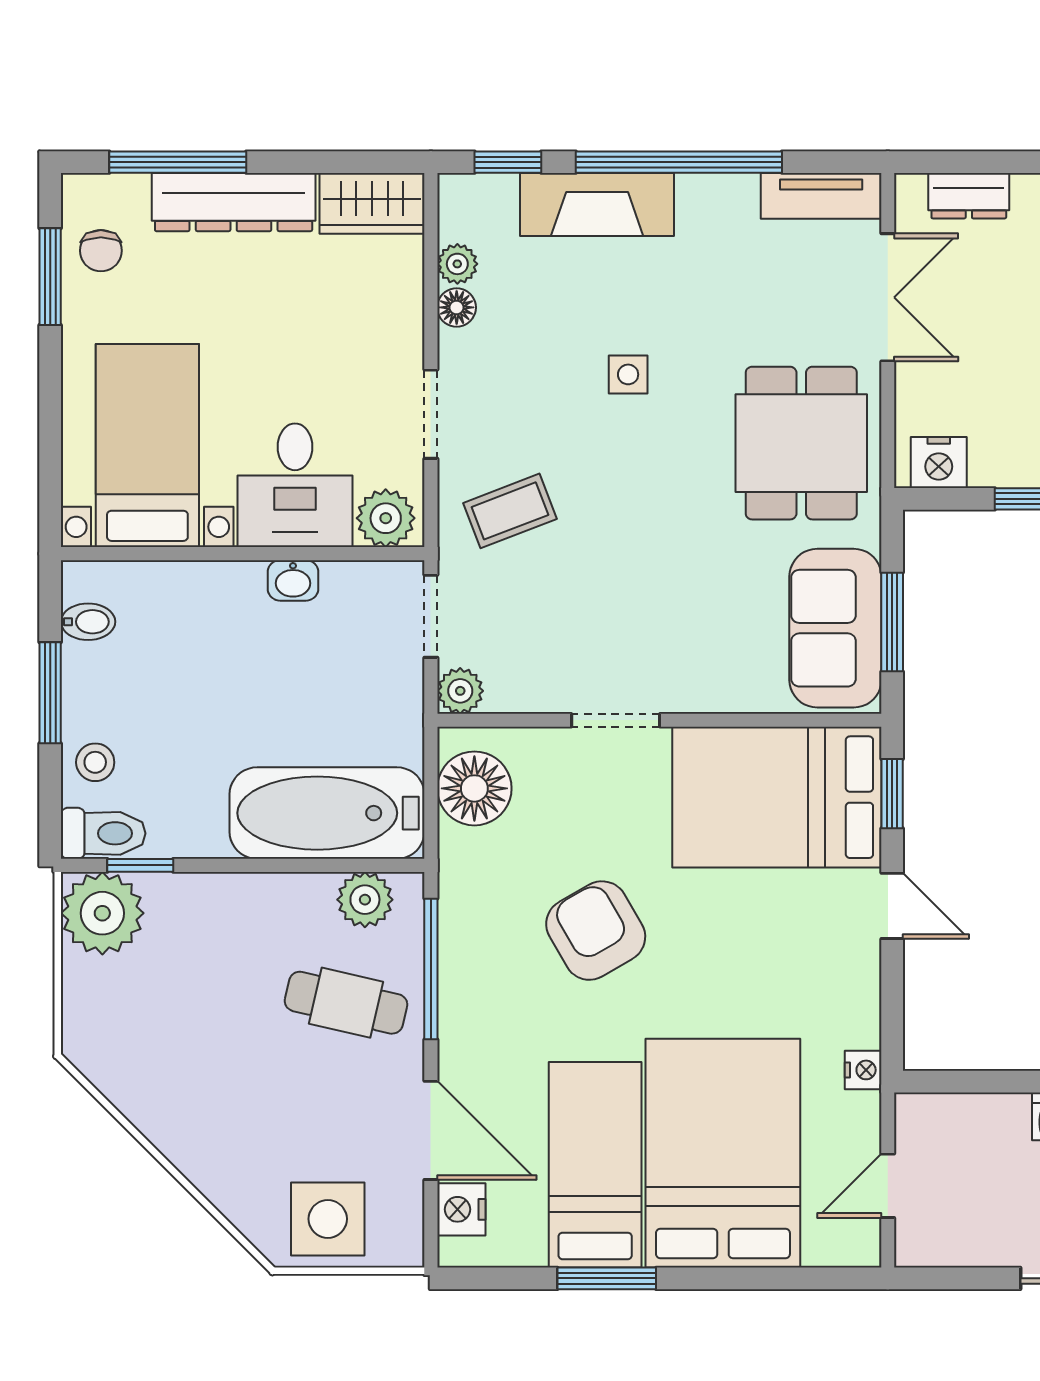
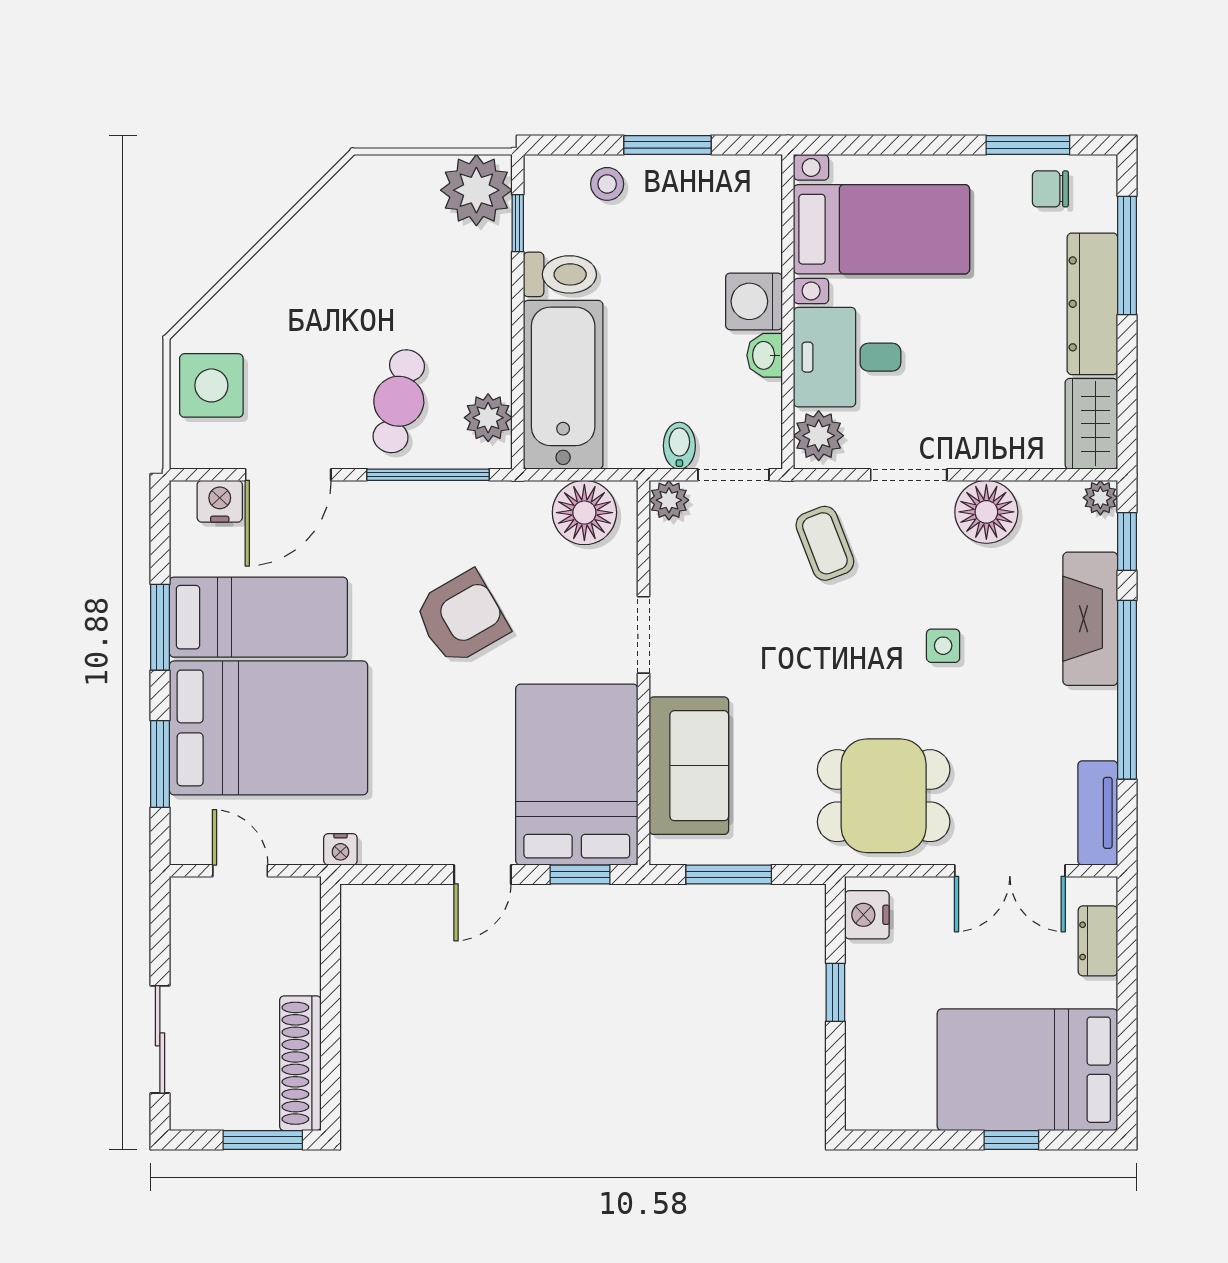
plant: (457, 264) -> (1100, 498), moved
floor lamp: (457, 307) -> (986, 512), width x1.89, depth x1.89
washing machine: (231, 593) -> (754, 301), added
bidet: (88, 622) -> (679, 446), moved, turned 180
sofa: (835, 628) -> (689, 766), moved, turned 90
toilet: (103, 833) -> (560, 274), moved, turned -90
window: (765, 1278) -> (160, 764), added

